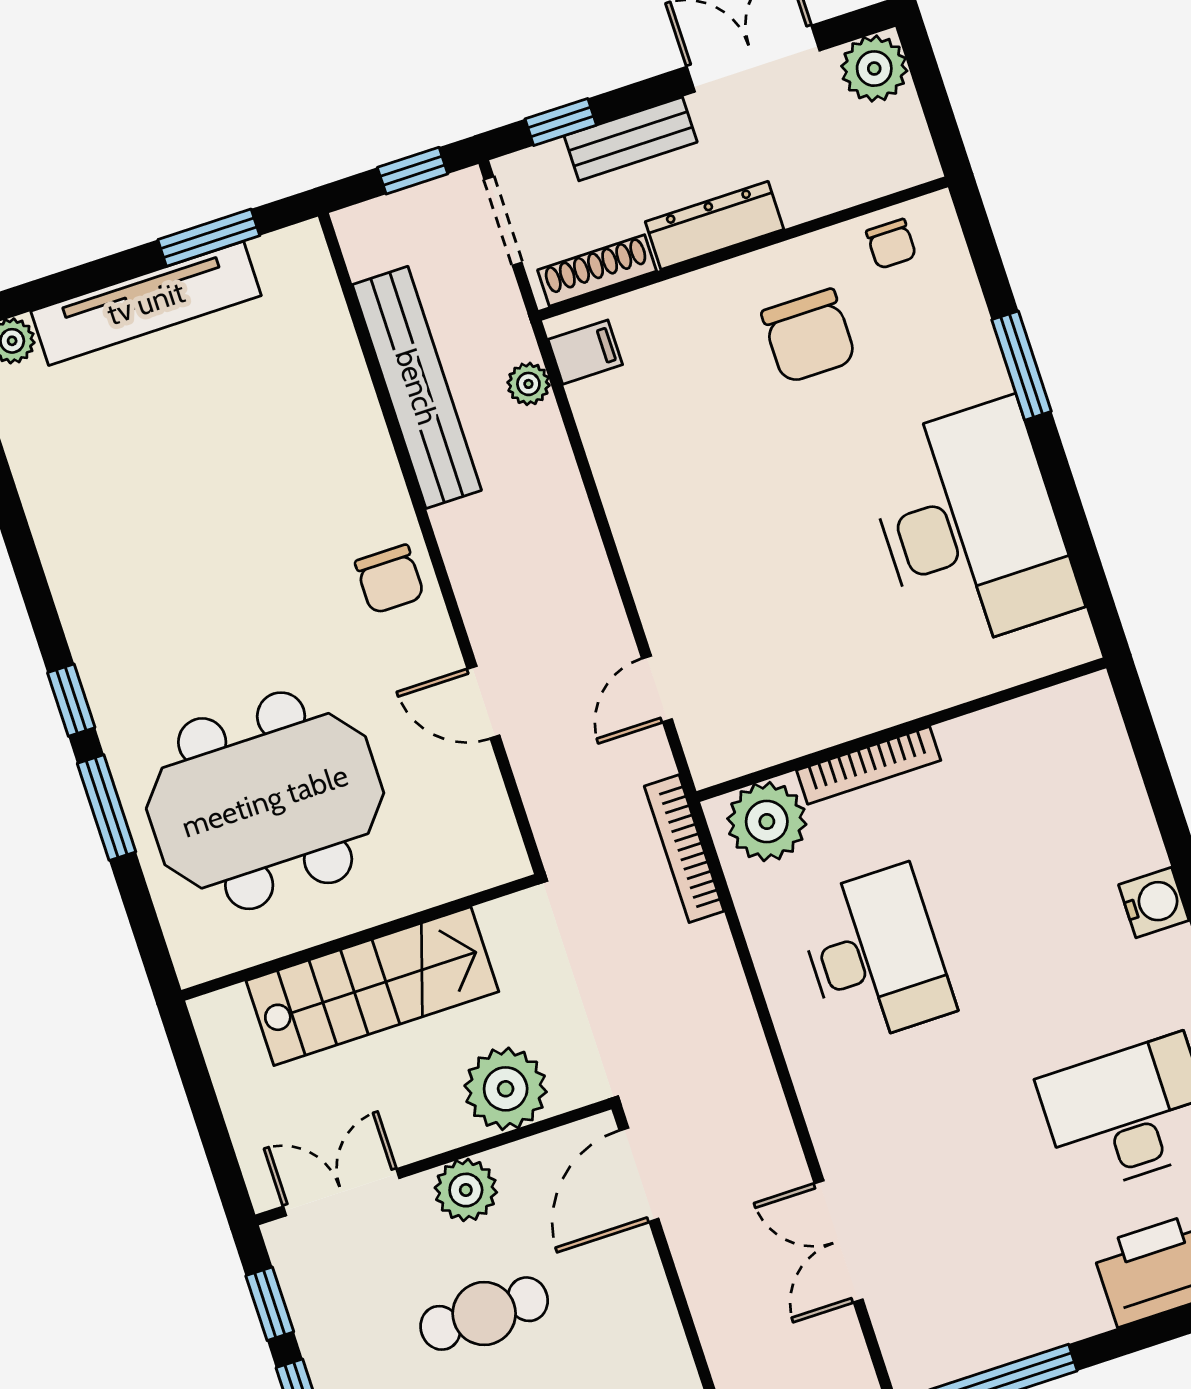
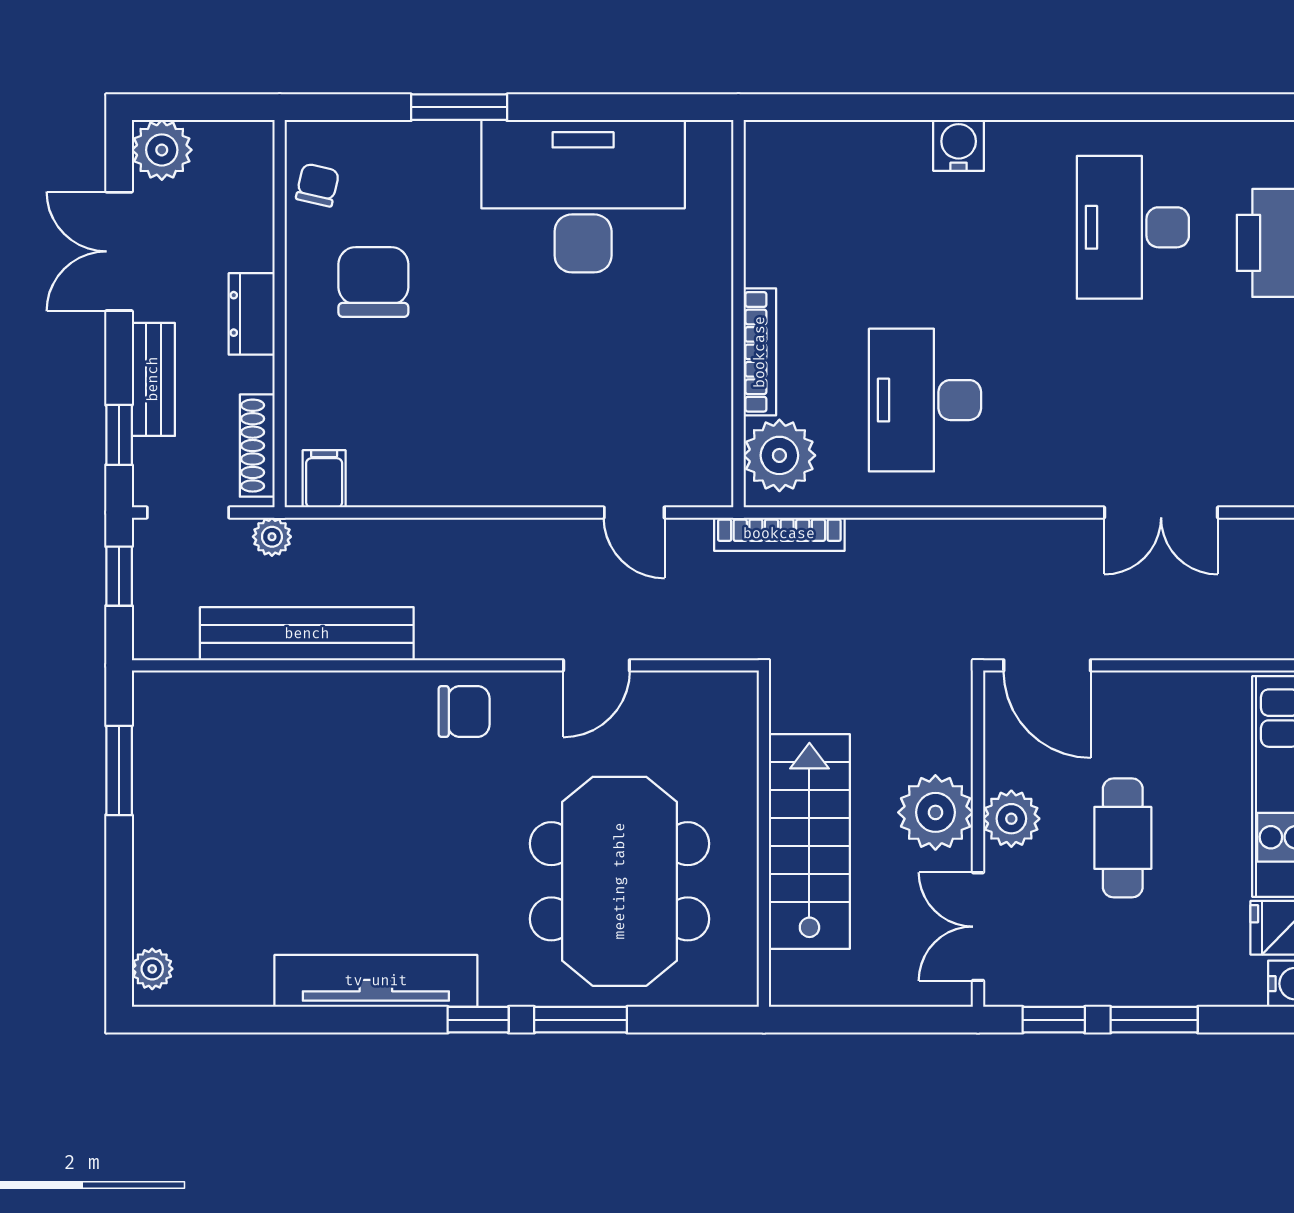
dresser: (715, 225) -> (252, 314), width x0.70
chair: (891, 244) -> (317, 185), turned -77
tv unit: (146, 303) -> (376, 981), moved, turned -90
chair: (809, 336) -> (373, 282), turned -90
plant: (528, 384) -> (272, 537), moved
desk: (875, 955) -> (925, 400), turned -90
plant: (506, 1089) -> (935, 812), moved

